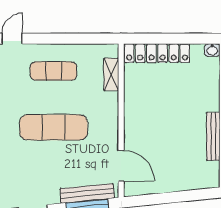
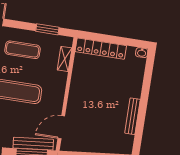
window: (82, 39) -> (47, 29), added
door: (121, 166) -> (61, 127), swing flipped

